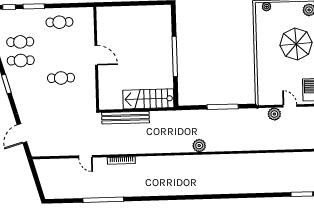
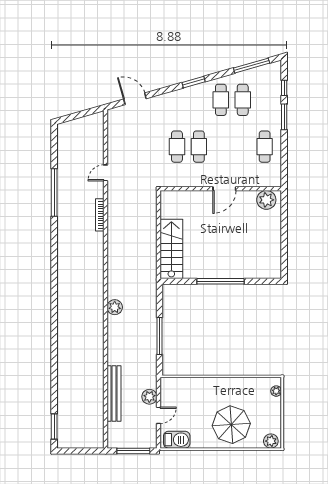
plant: (105, 19) -> (266, 200), added
cafe table: (61, 97) -> (177, 147), added
bench: (126, 118) -> (114, 394), moved

